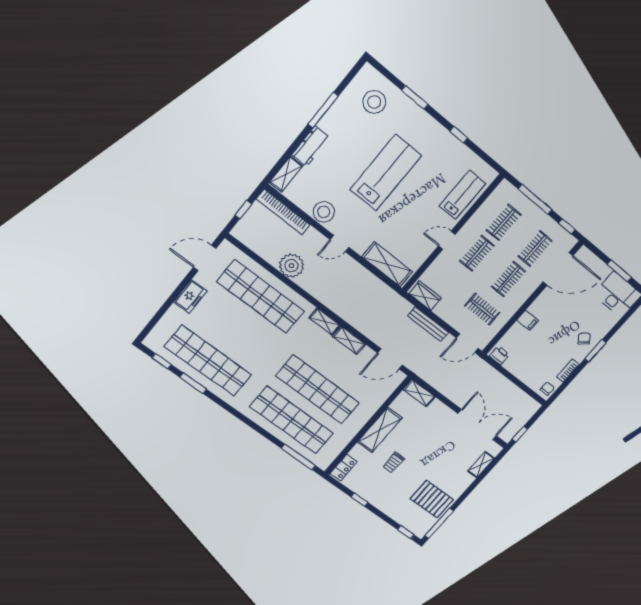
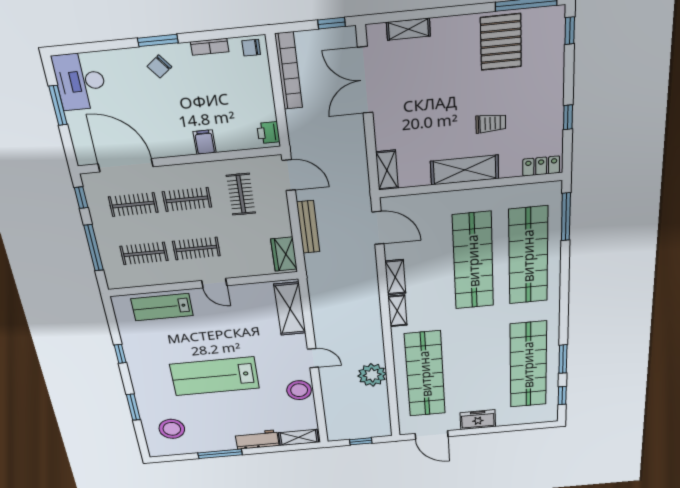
bookcase: (283, 212) -> (289, 71), moved

